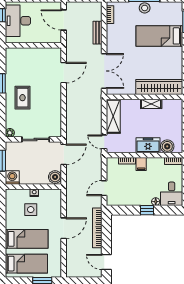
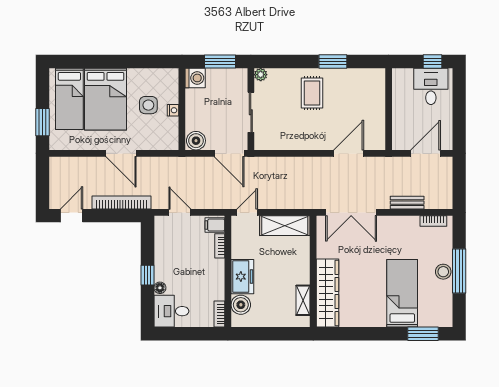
desk: (18, 21) -> (431, 86), width x0.73
door: (64, 73) -> (349, 153), swing flipped
rug: (22, 98) -> (312, 93), turned 90
shelving: (151, 104) -> (303, 300), moved
filing cabinet: (141, 164) -> (215, 225), moved
bed: (27, 239) -> (106, 99), width x1.50

